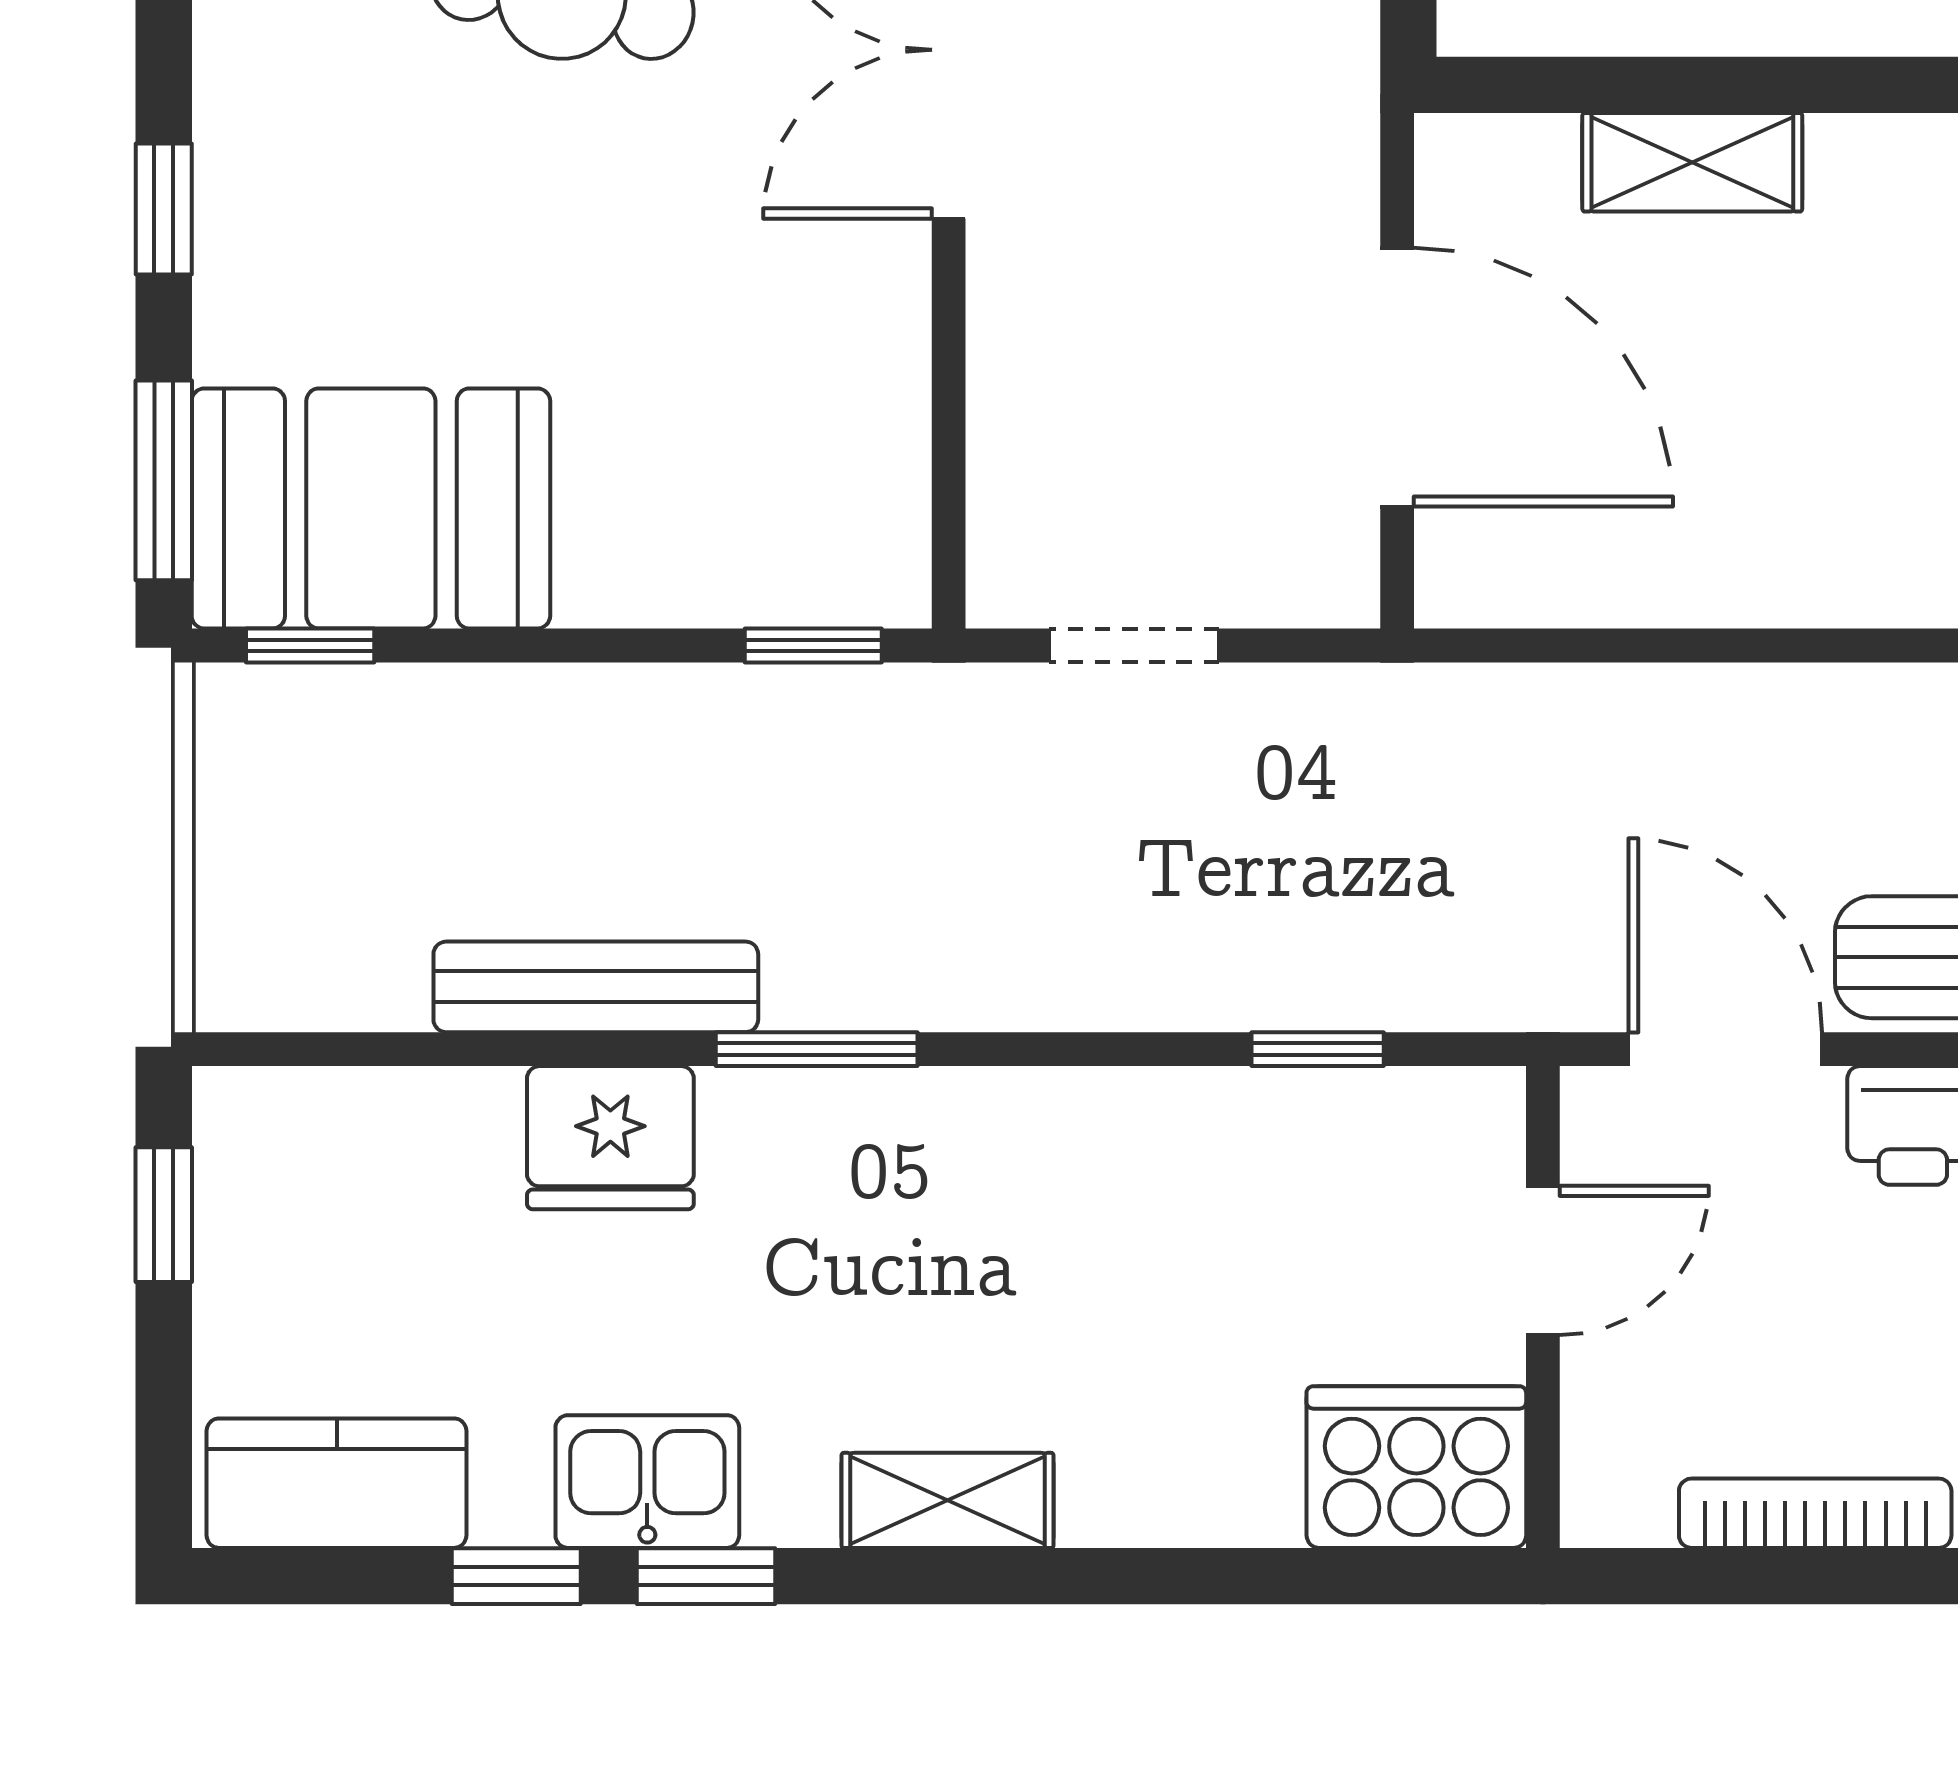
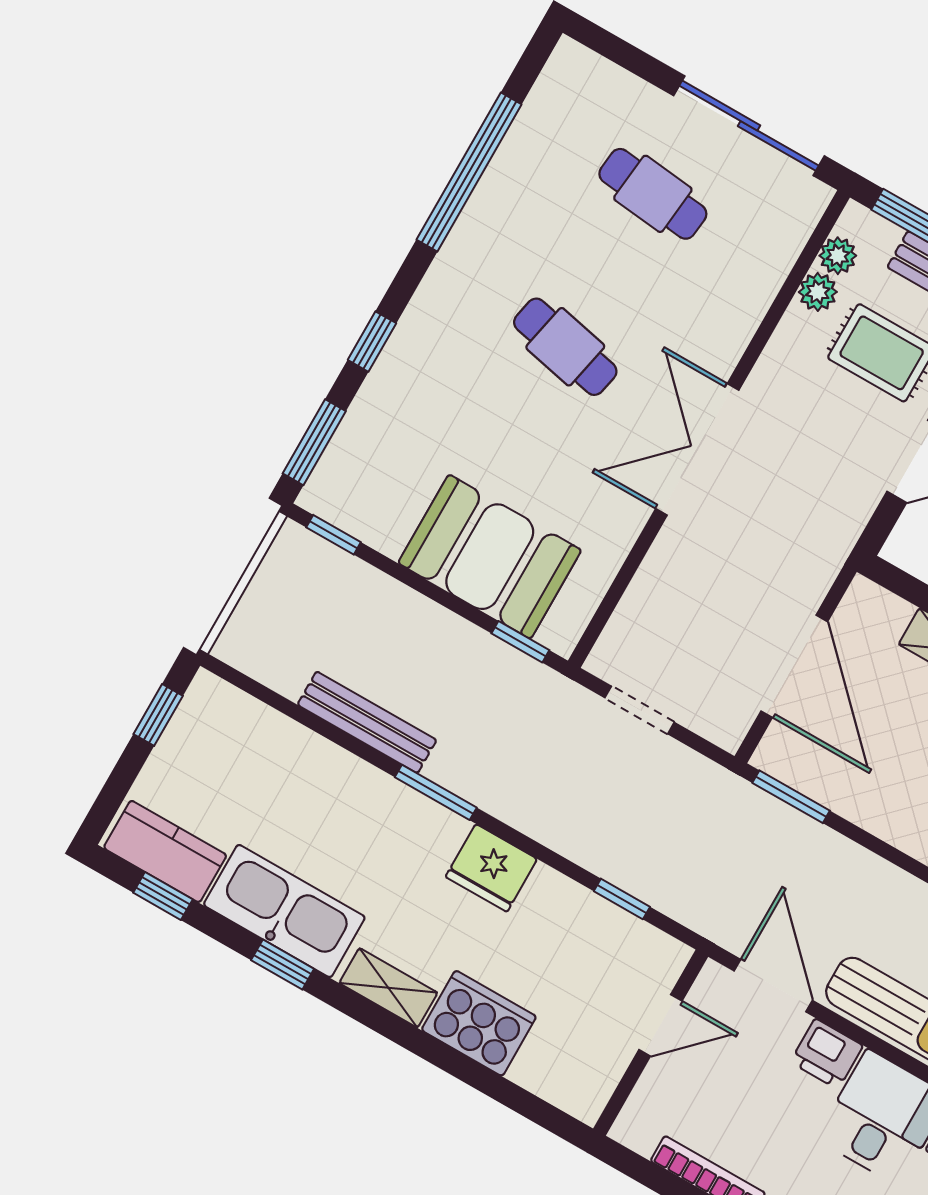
booth: (371, 508) -> (490, 557), moved
window: (1542, 645) -> (791, 797), added
fridge: (610, 1138) -> (491, 868), moved
cooker: (1416, 1467) -> (479, 1023), moved
kitchen sink: (647, 1482) -> (284, 911), width x1.87, depth x1.24
window: (516, 1576) -> (163, 896), moved

